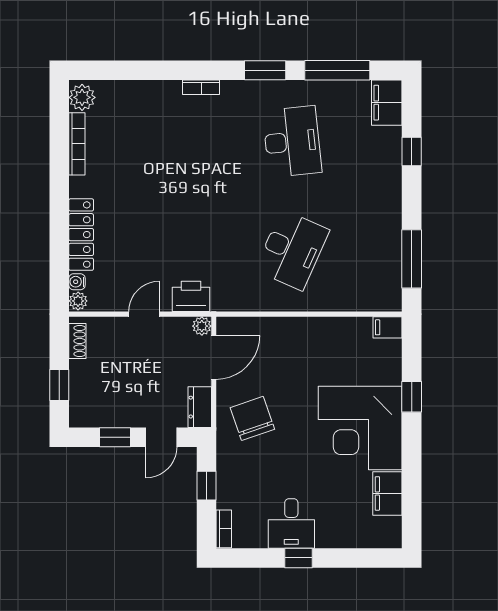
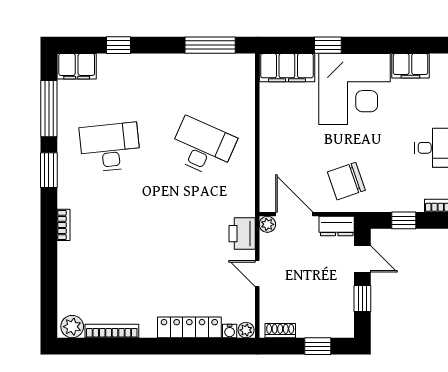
filing cabinet: (388, 327) -> (287, 68), width x3.00, depth x1.17

